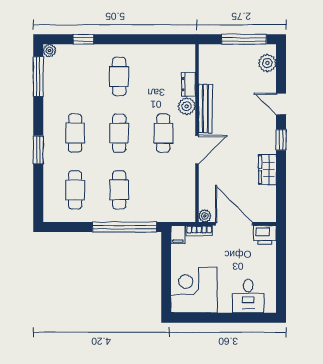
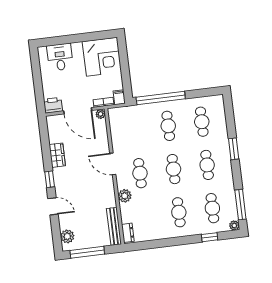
cafe table: (75, 76) -> (212, 208), added
dresser: (188, 84) -> (128, 233), moved
bench: (205, 109) -> (114, 226), moved
door: (197, 150) -> (113, 164), hinge flipped

